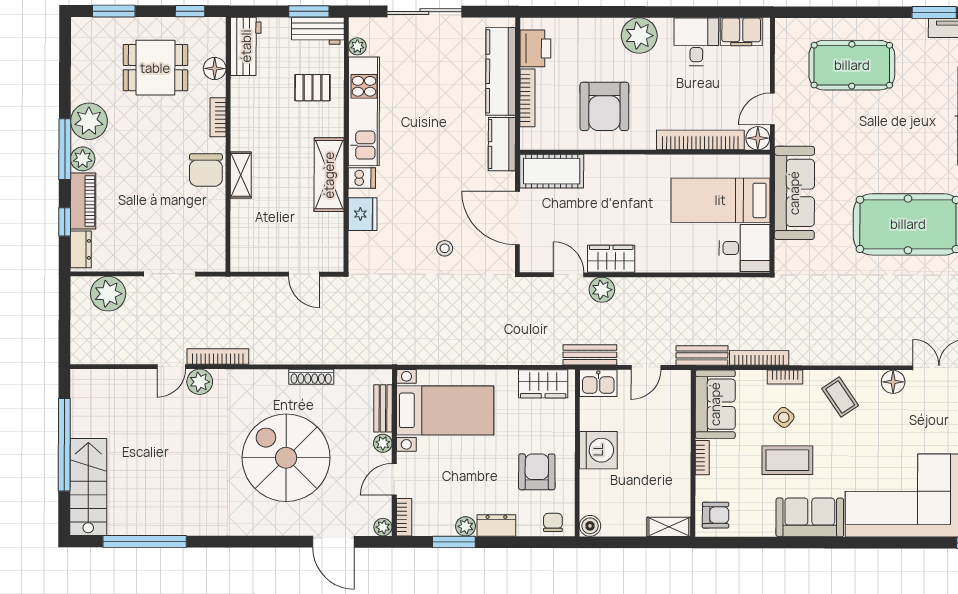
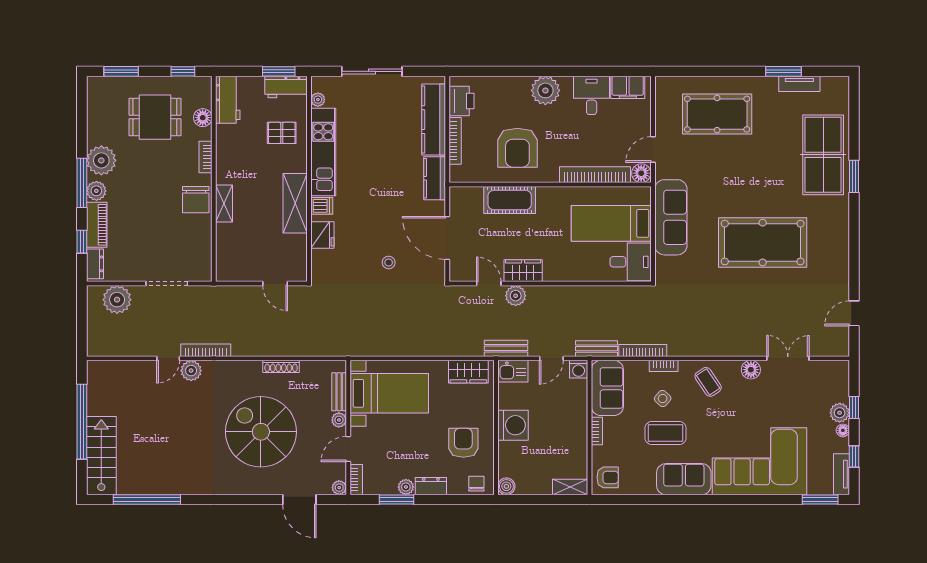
cot: (552, 171) -> (510, 200), moved
washing machine: (680, 381) -> (579, 369), added

